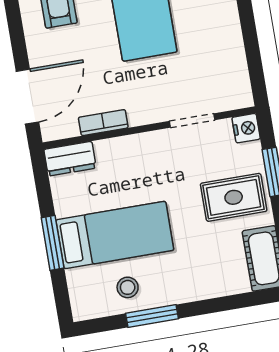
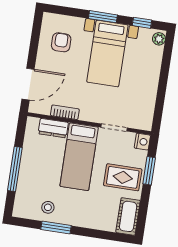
dresser: (70, 159) -> (53, 128), moved
bed: (115, 235) -> (79, 157), moved, turned 90
window: (53, 243) -> (15, 169), width x1.44

